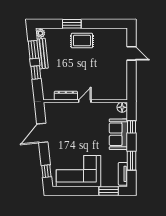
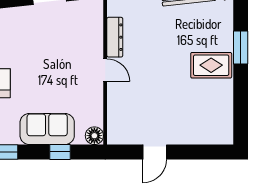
rug: (82, 41) -> (211, 65), turned 90
door: (131, 53) -> (155, 152), moved

